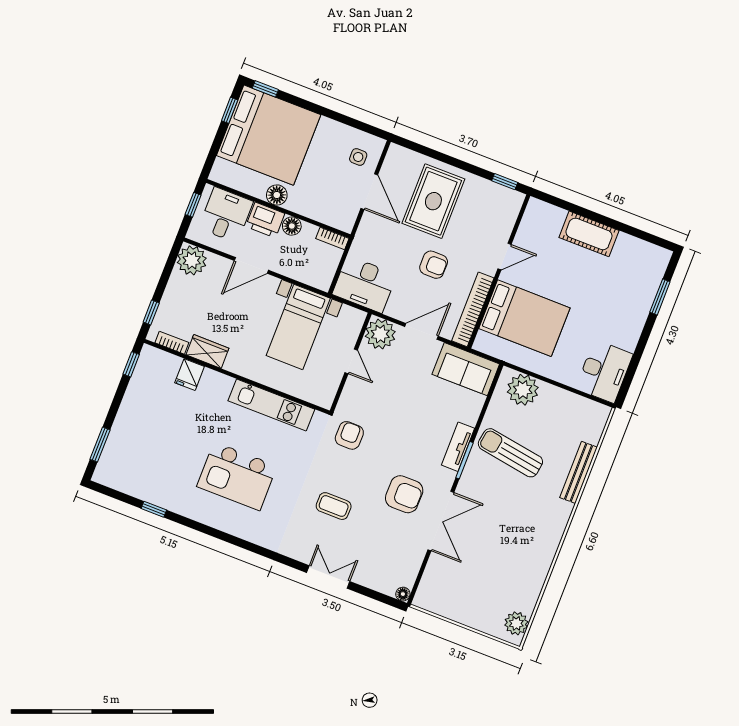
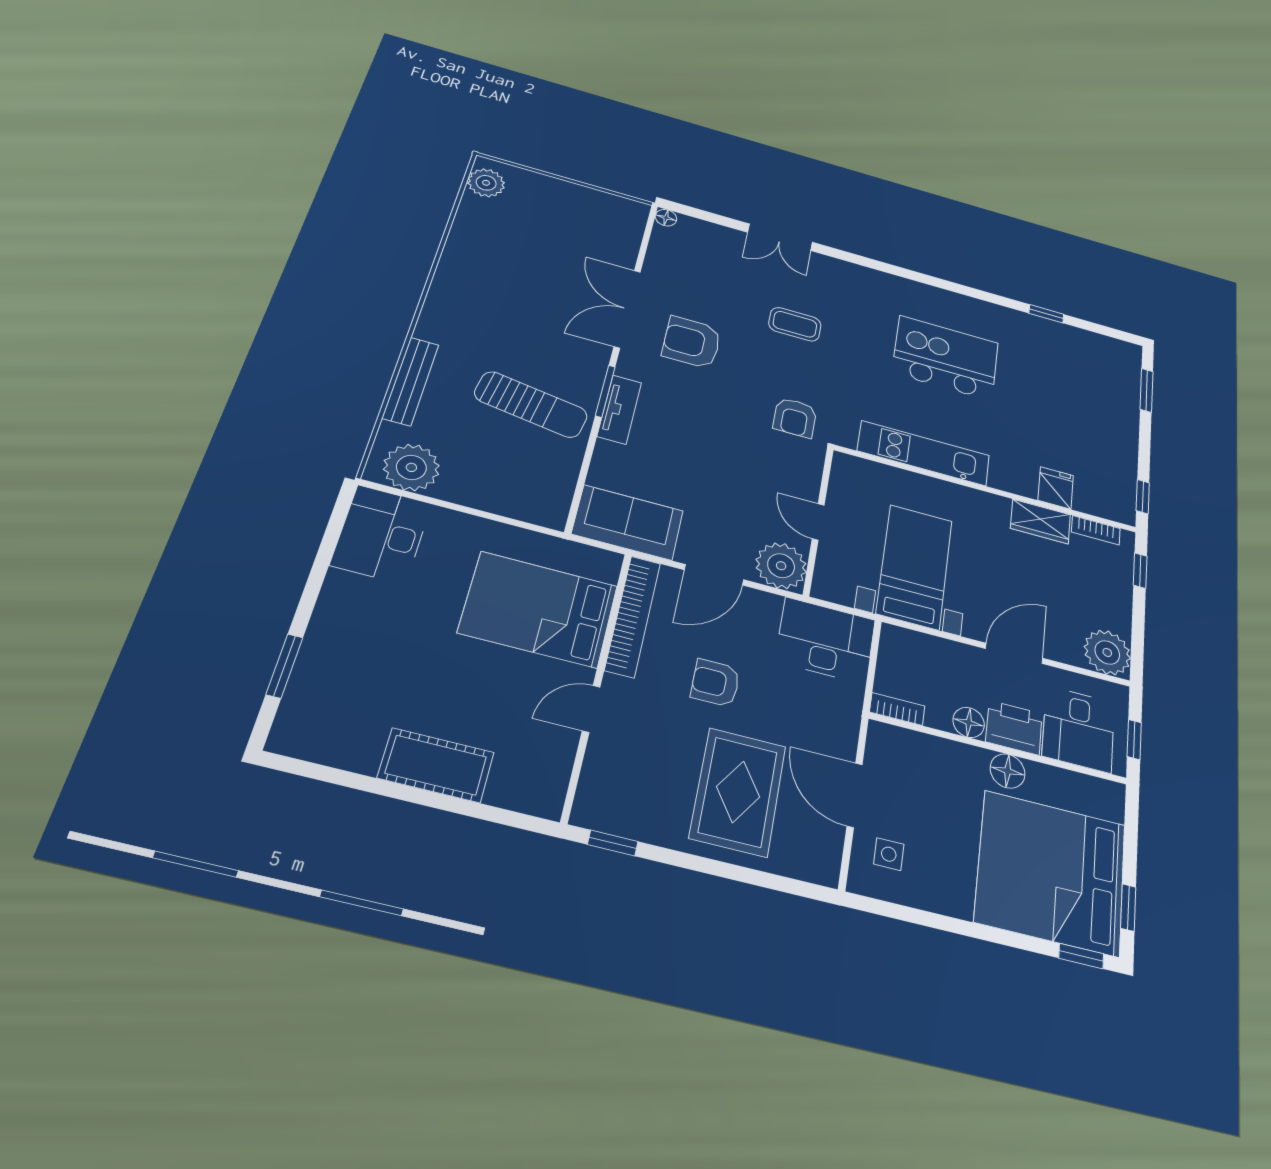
plant: (523, 390) -> (411, 467), moved

